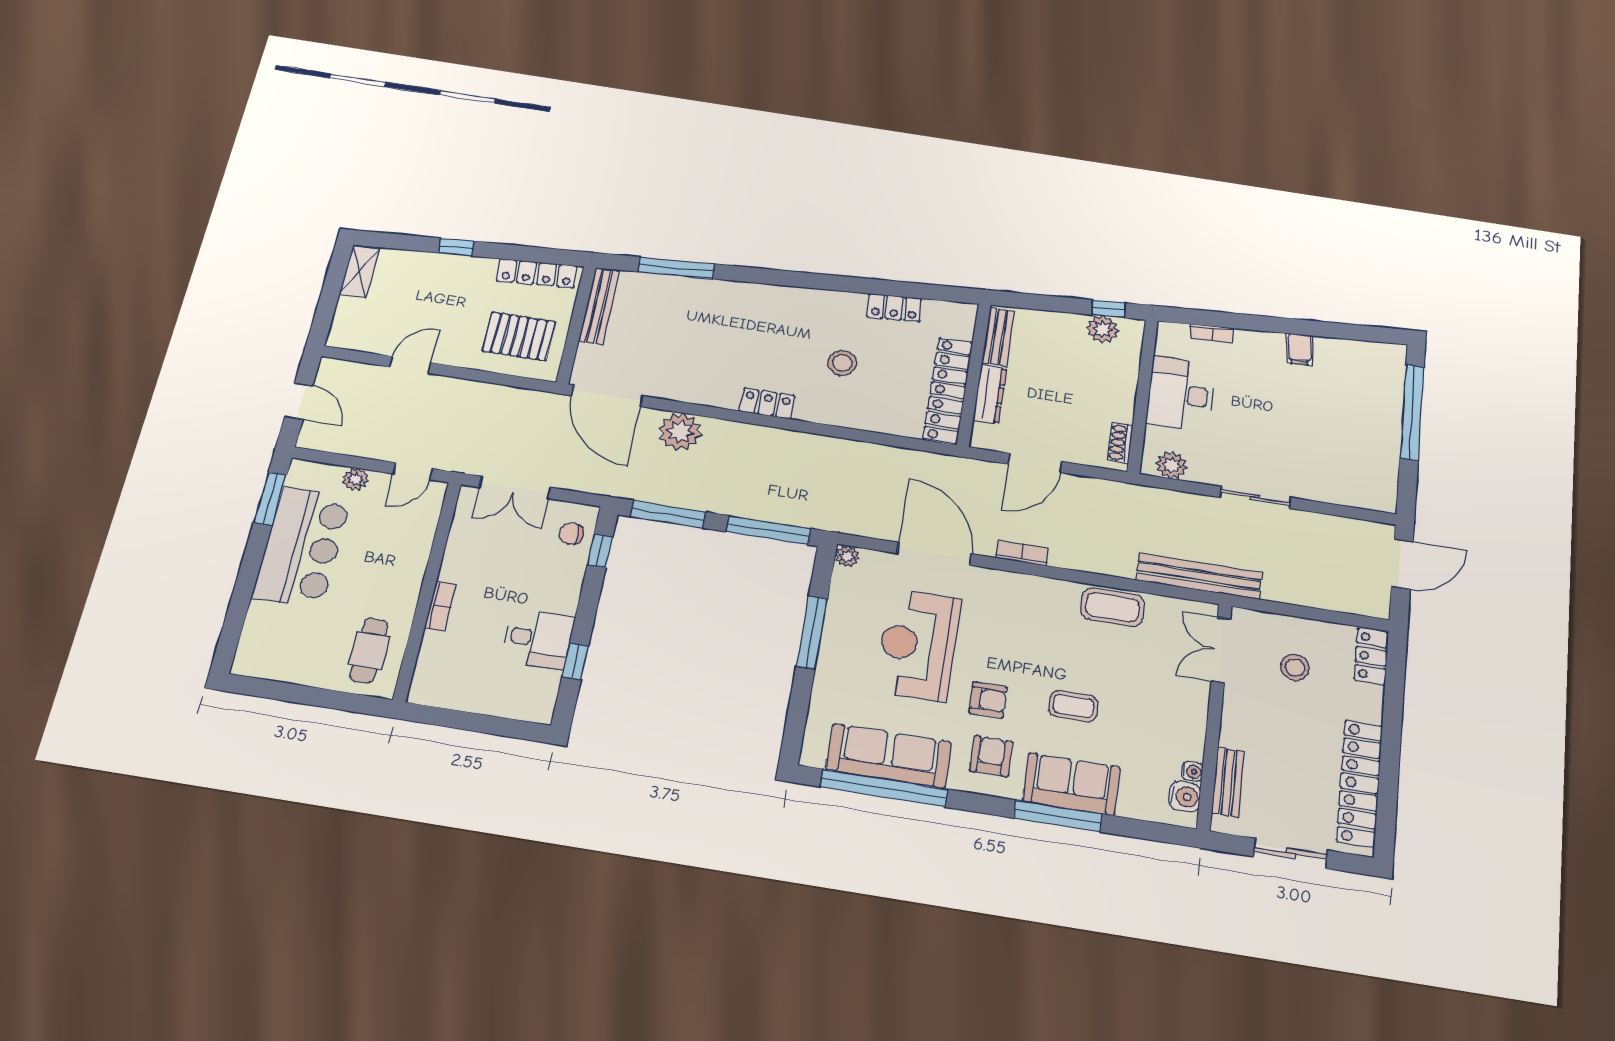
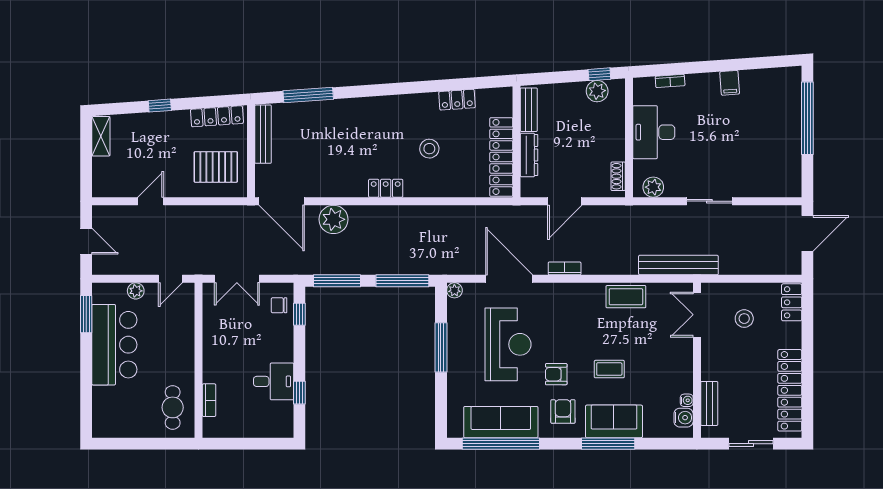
bookcase: (440, 606) -> (209, 400), moved
reception desk: (918, 645) -> (508, 344), turned 180
armchair: (988, 700) -> (556, 374), turned 180

